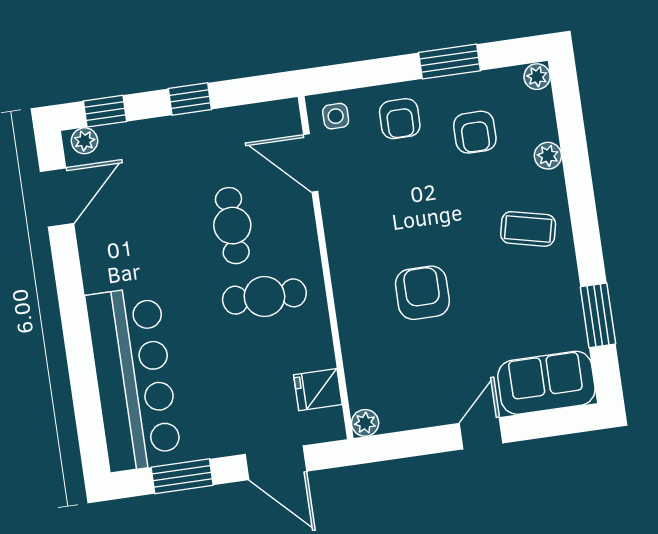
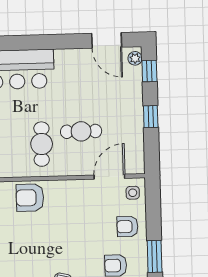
armchair: (422, 293) -> (30, 198), moved, turned 180

